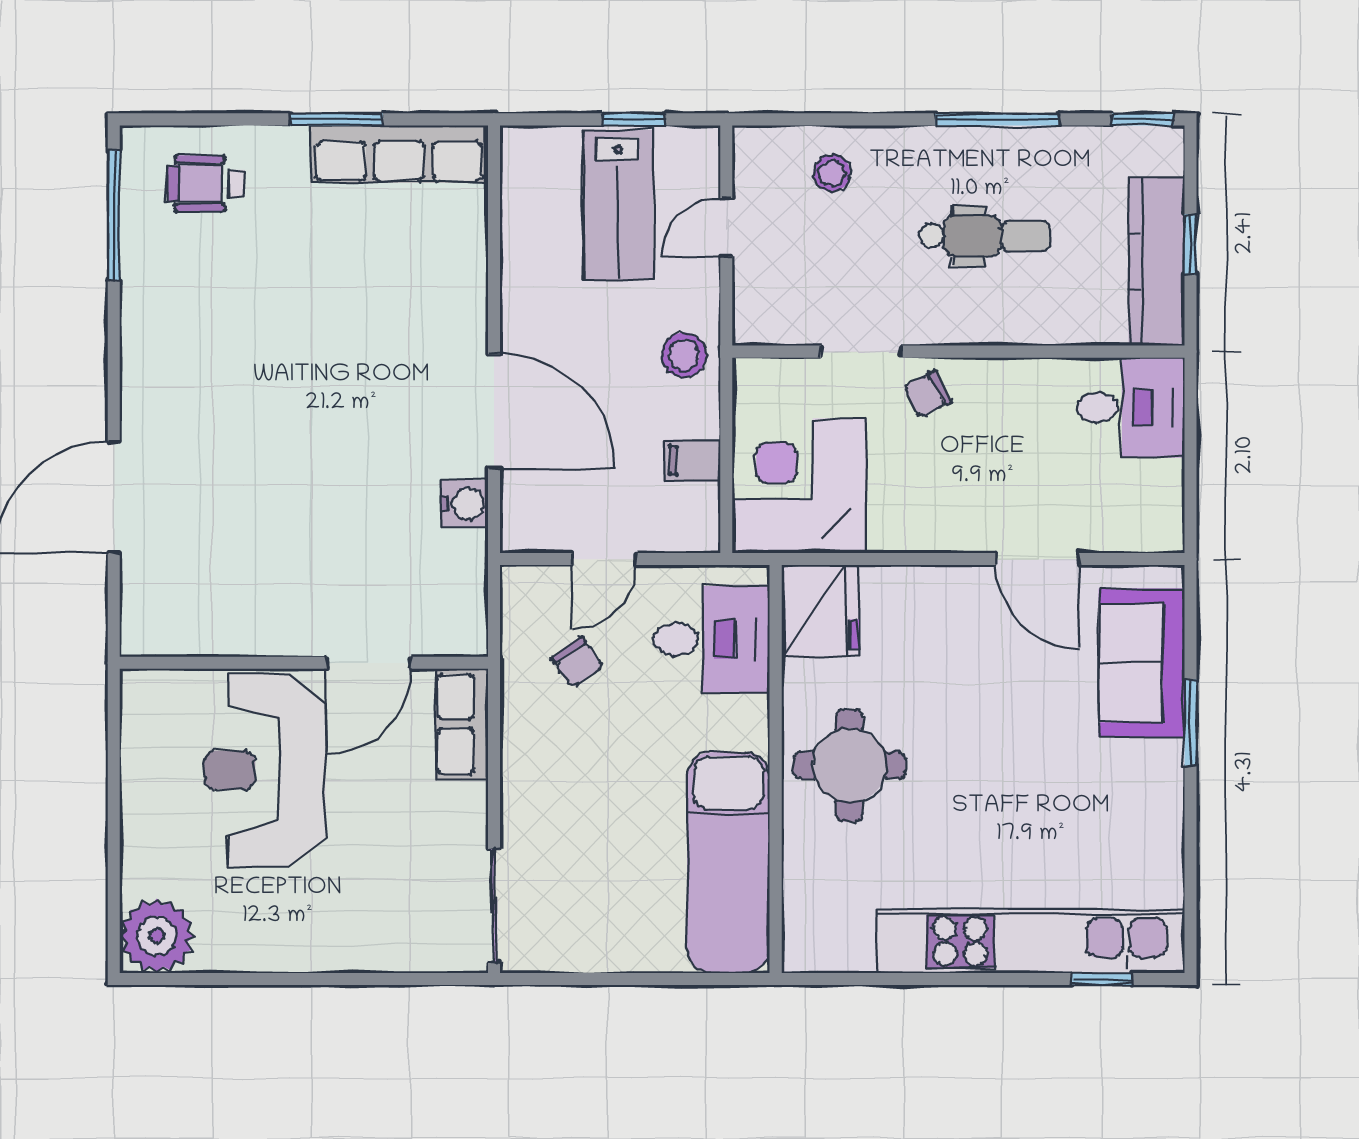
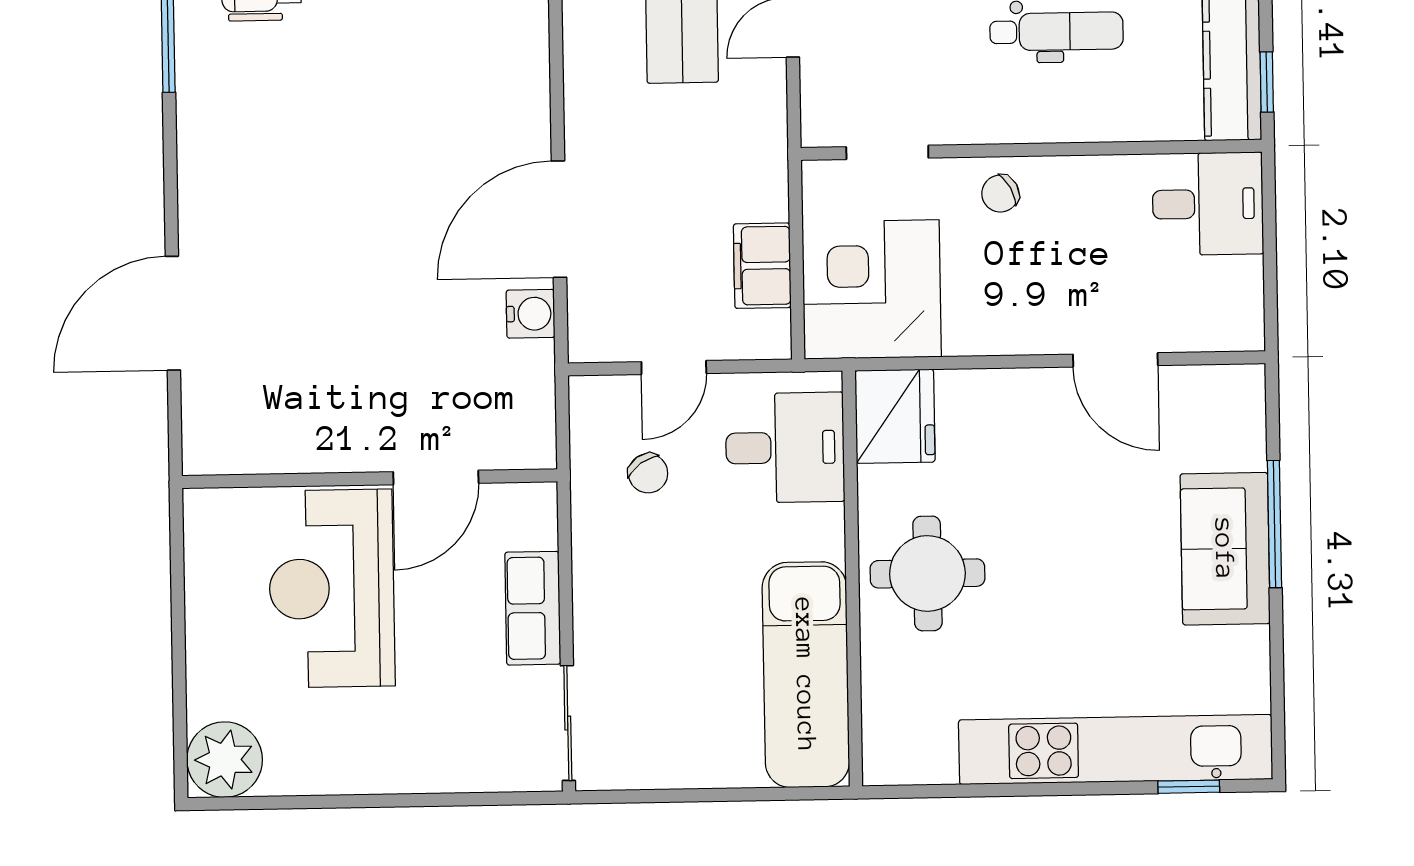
window: (1191, 244) -> (1267, 82), moved
doorway: (861, 352) -> (887, 152), moved
stool: (684, 355) -> (752, 158), removed
door: (494, 411) -> (559, 219), swing flipped
filing cabinet: (693, 461) -> (762, 266), width x2.00
sofa: (1142, 663) -> (1225, 549), moved
window: (1191, 723) -> (1274, 524), width x1.44
row of seats: (462, 724) -> (533, 608), moved

